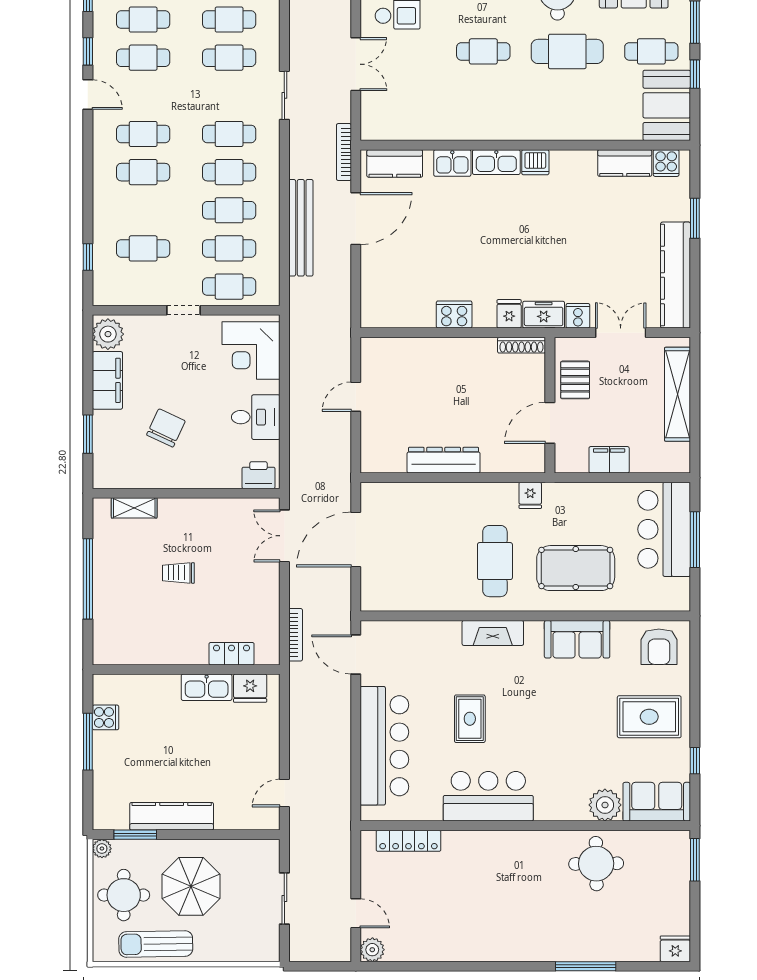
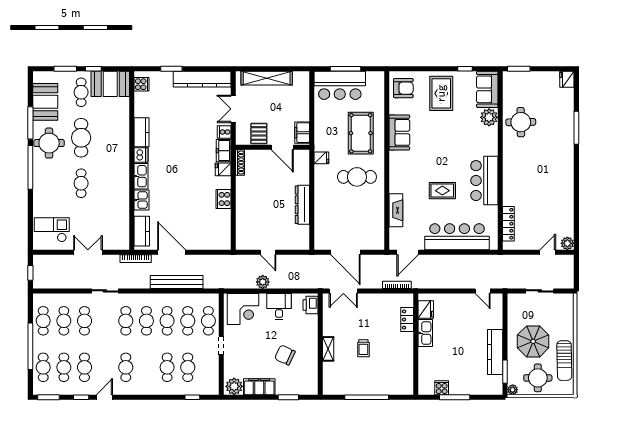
kitchen counter: (625, 163) -> (142, 132), moved
cafe table: (143, 172) -> (167, 367), moved
pallet: (575, 380) -> (259, 134), turned 90
plant: (301, 387) -> (263, 282), added
filing cabinet: (609, 460) -> (302, 133), moved
shelving: (134, 508) -> (328, 349), moved
fireplace: (493, 633) -> (396, 210), moved

